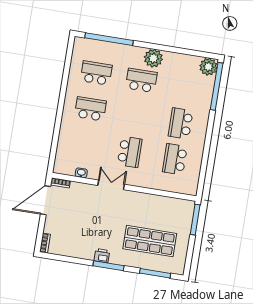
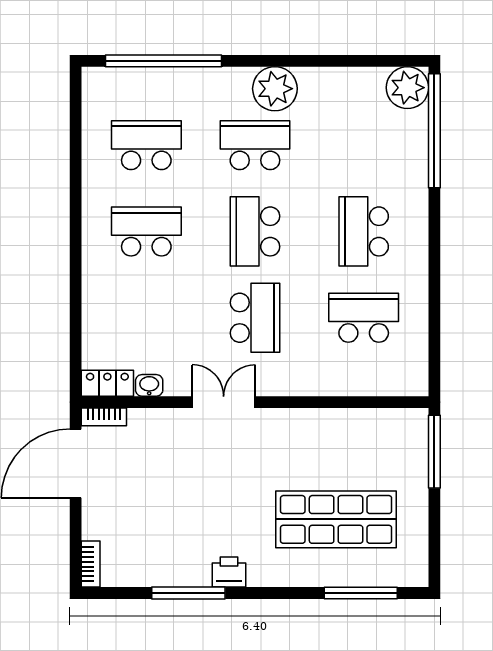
school desk: (135, 116) -> (255, 231), added
school desk: (175, 159) -> (364, 318), turned 90
locker: (64, 169) -> (107, 383), added
window: (109, 266) -> (188, 593), moved

